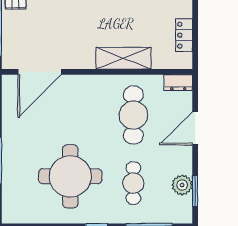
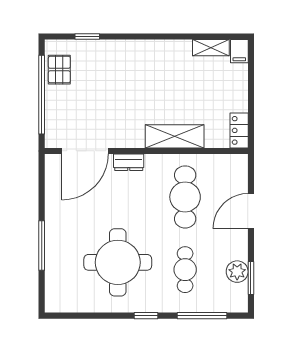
locker: (184, 35) -> (239, 130), moved
dresser: (178, 83) -> (129, 162), moved

